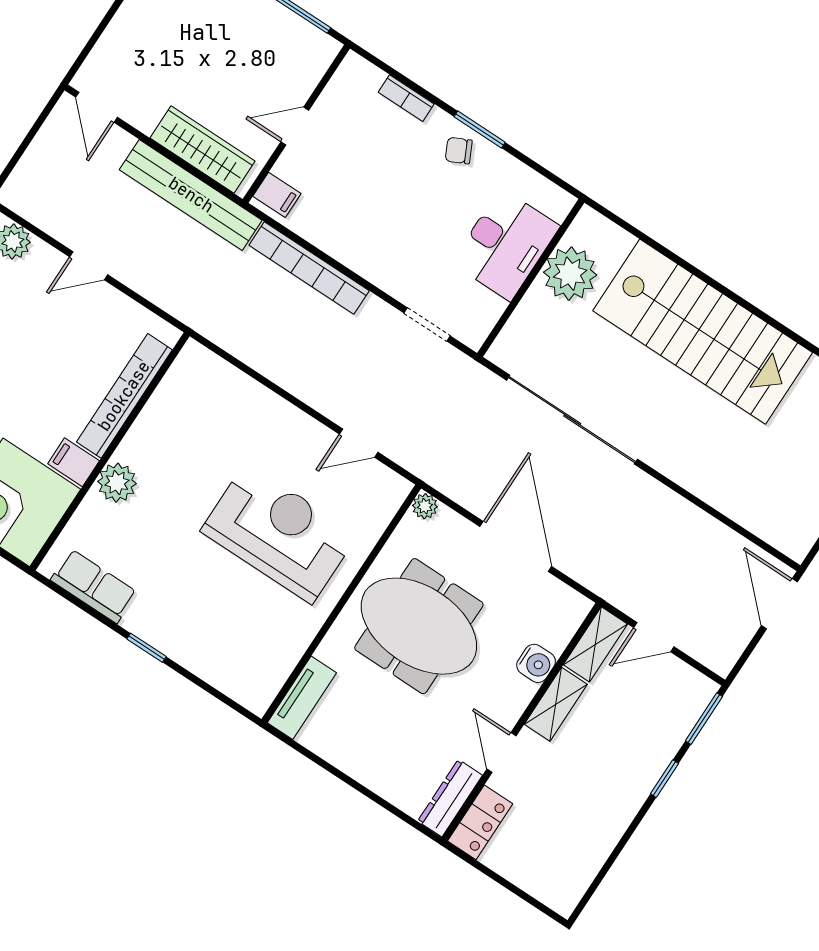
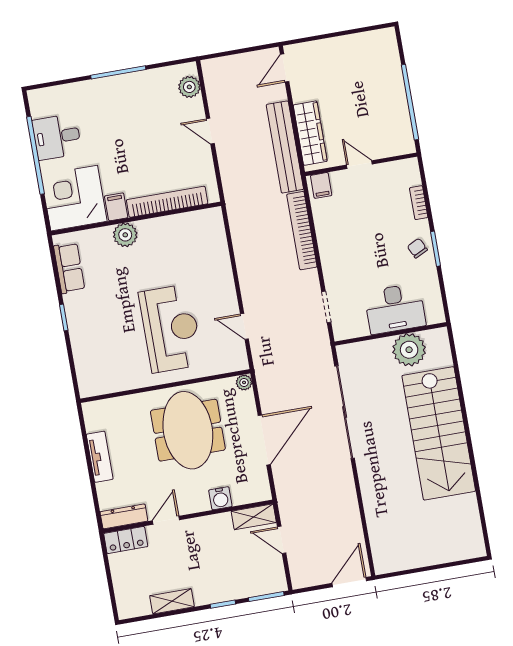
tv unit: (302, 698) -> (100, 457), moved, turned -90
shelving: (556, 704) -> (172, 601), moved

